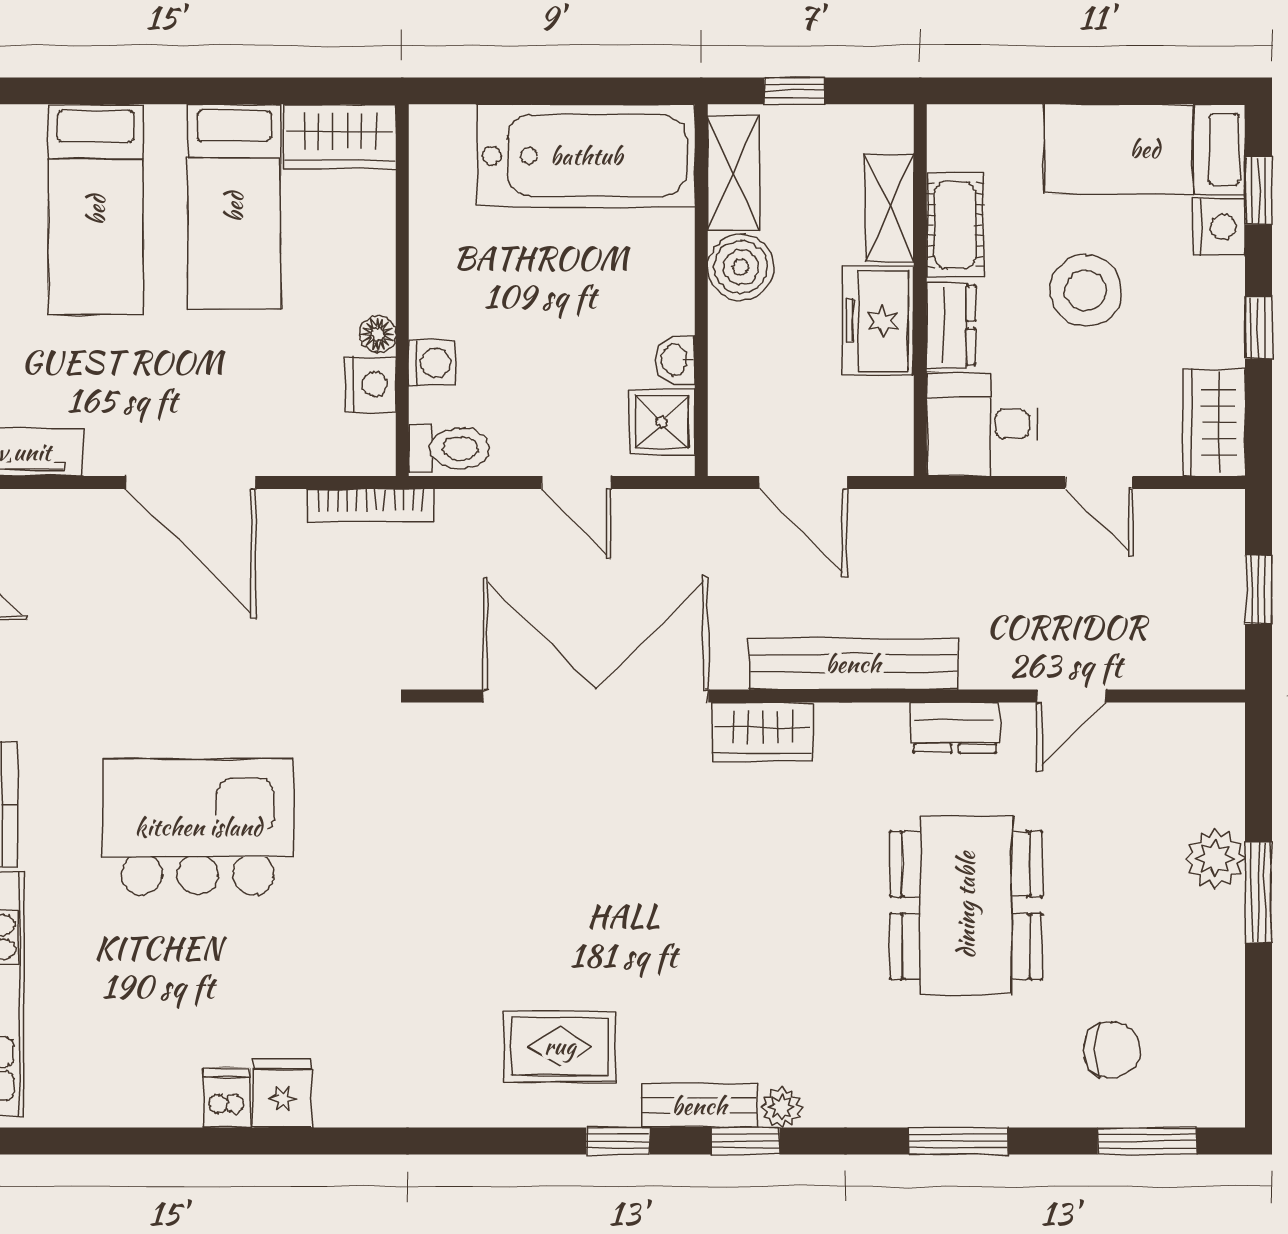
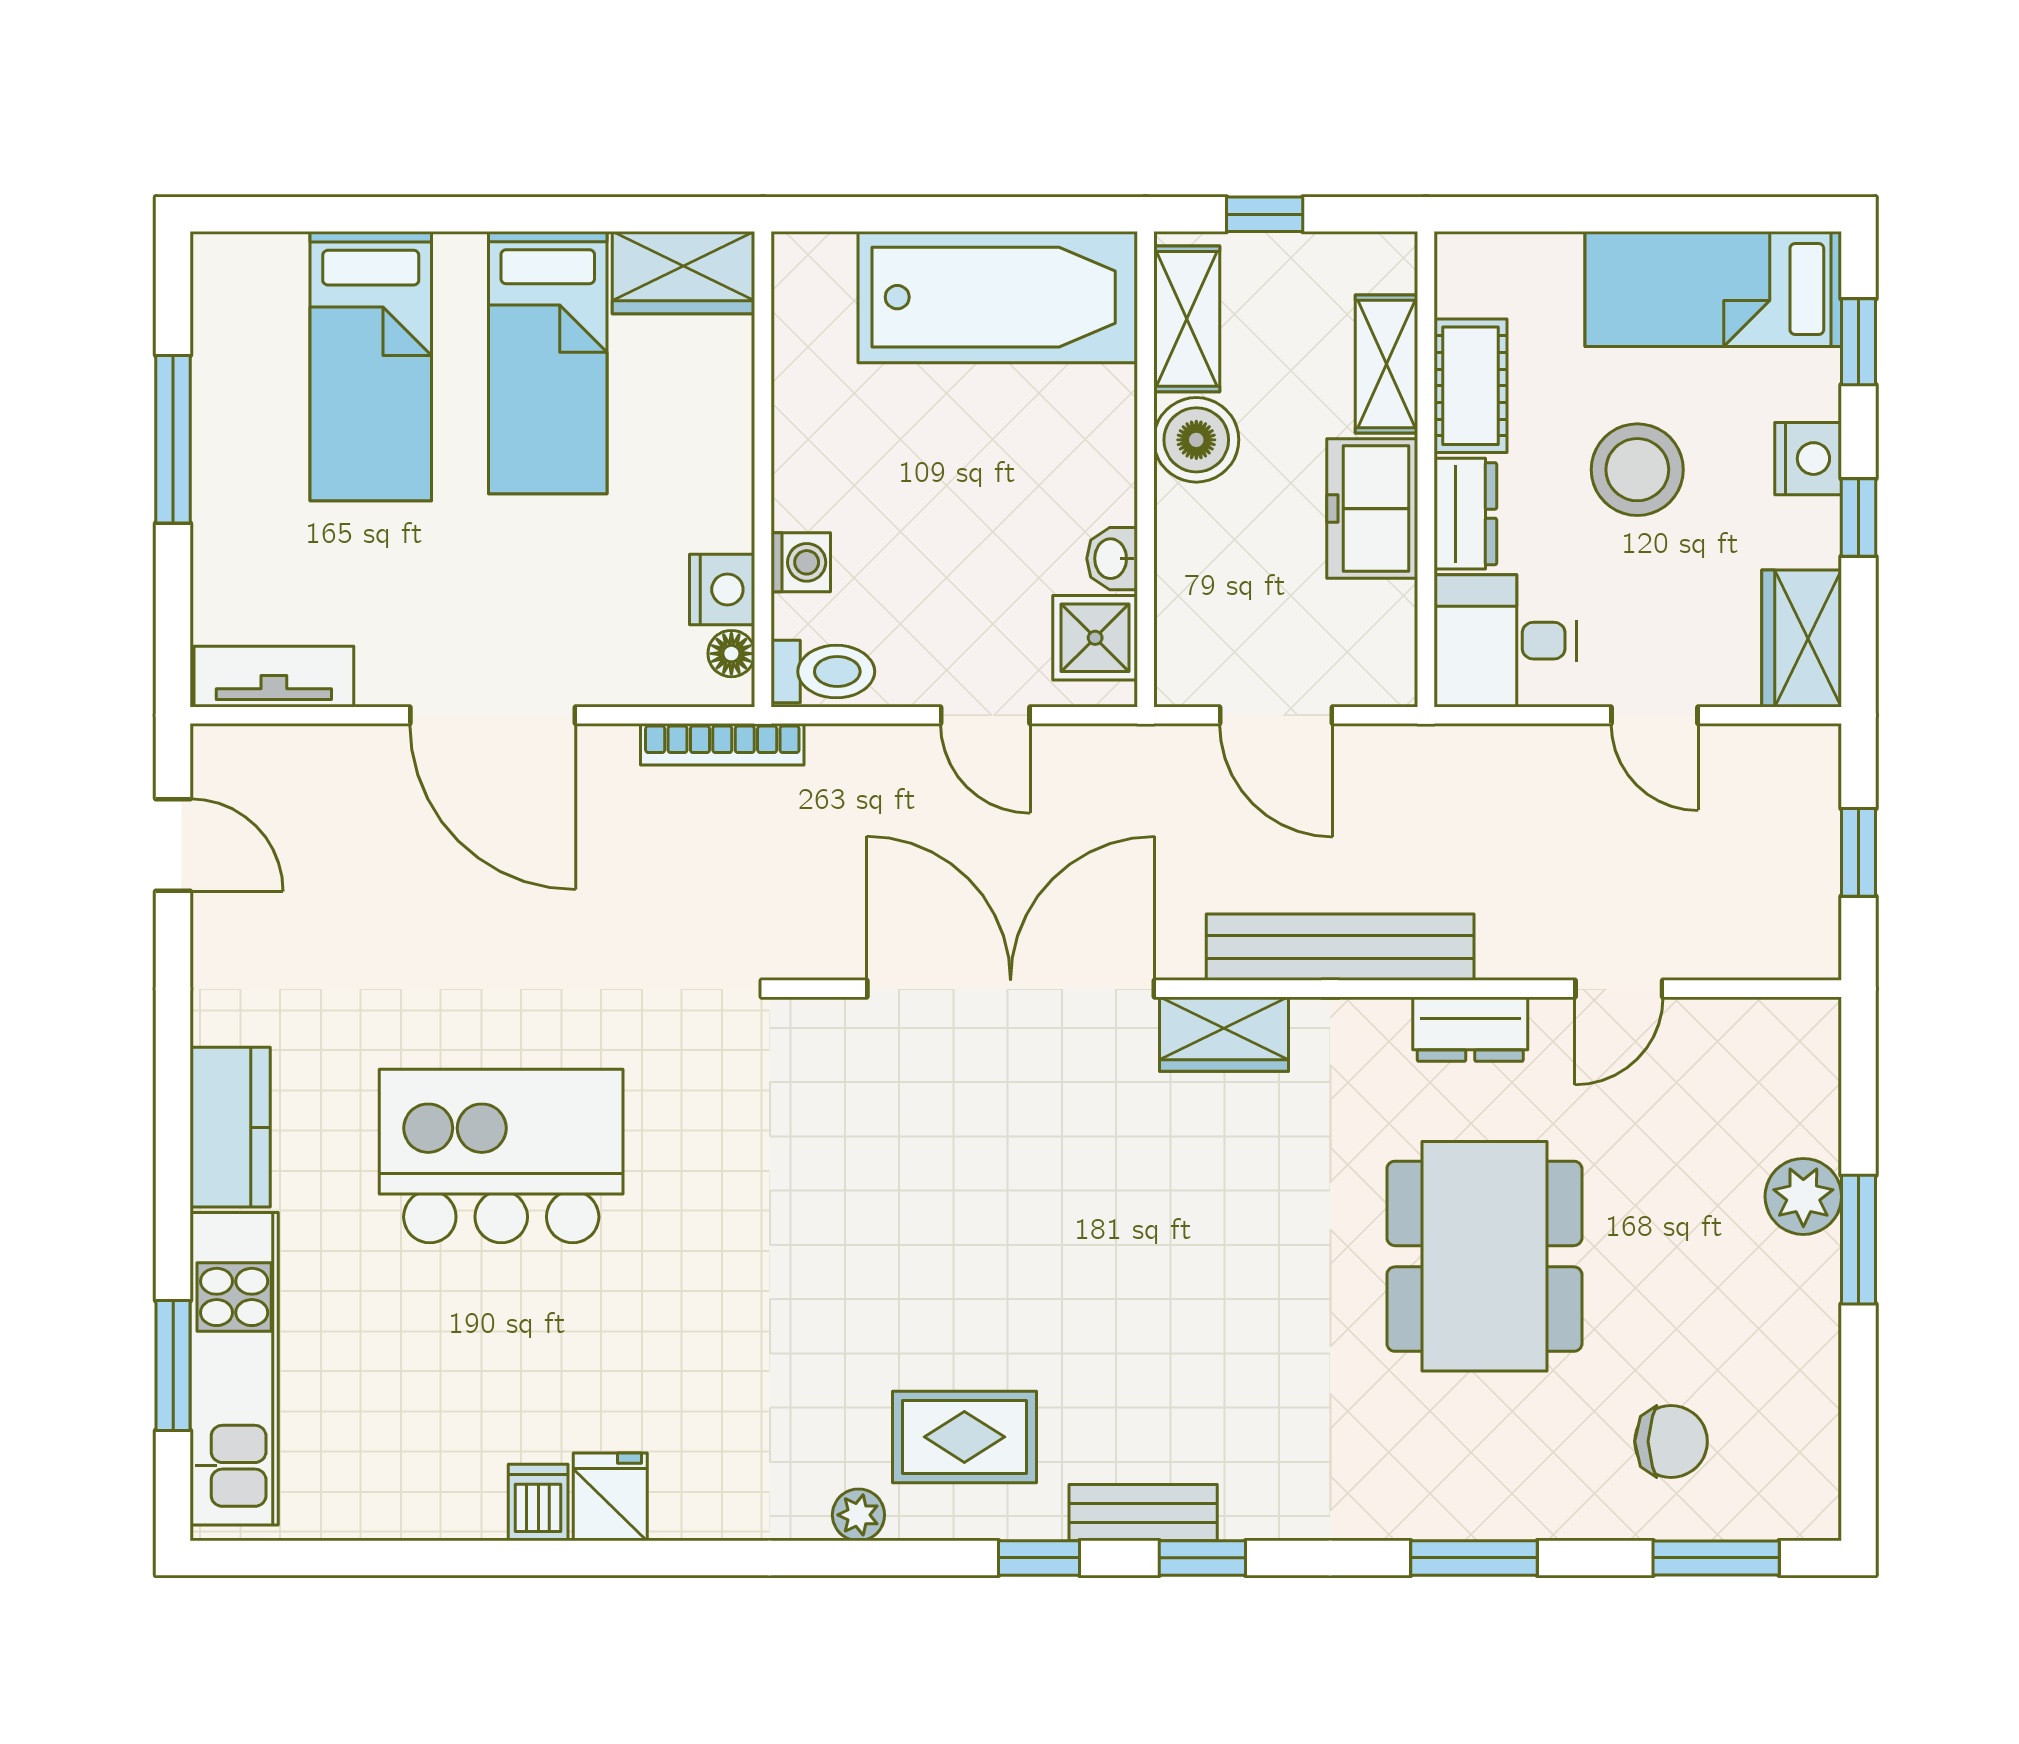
nightstand: (1219, 227) -> (1808, 459), moved
floor lamp: (378, 334) -> (731, 654), moved
plant: (782, 1107) -> (858, 1515), moved

